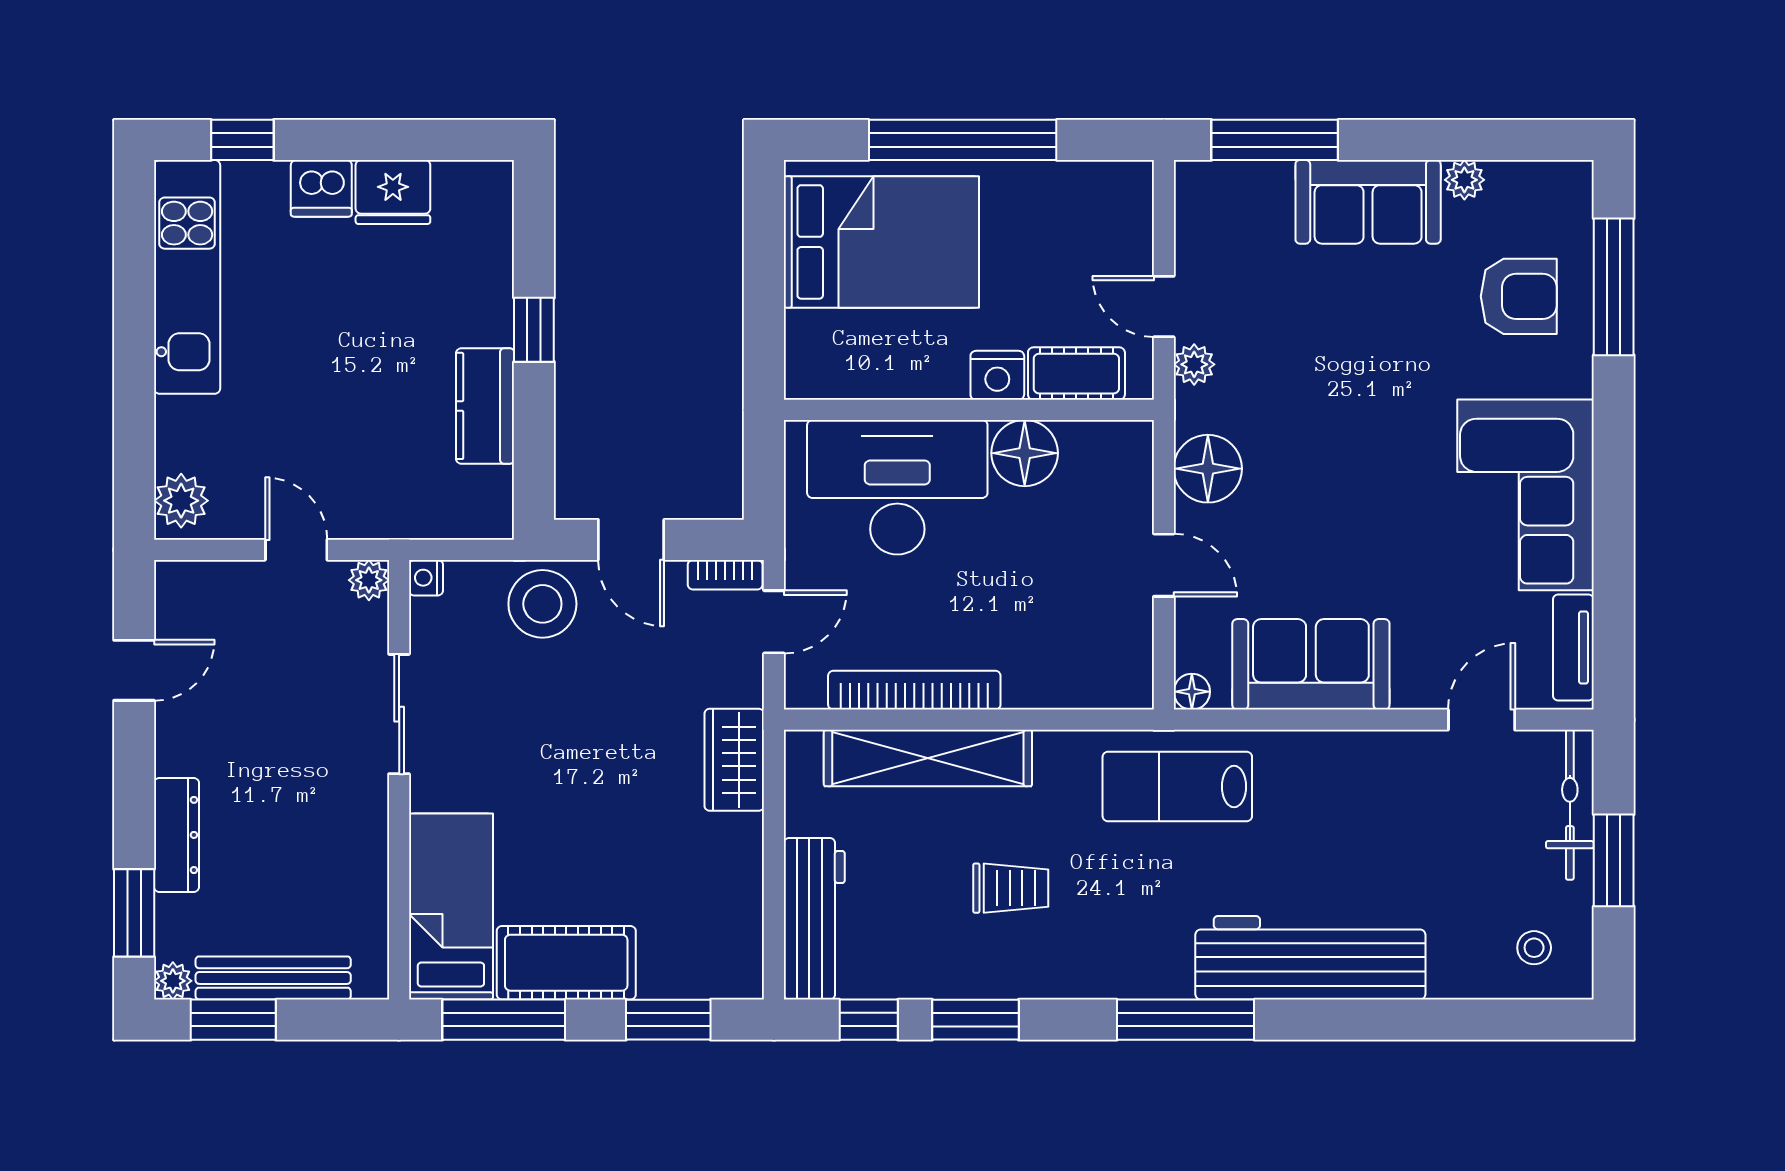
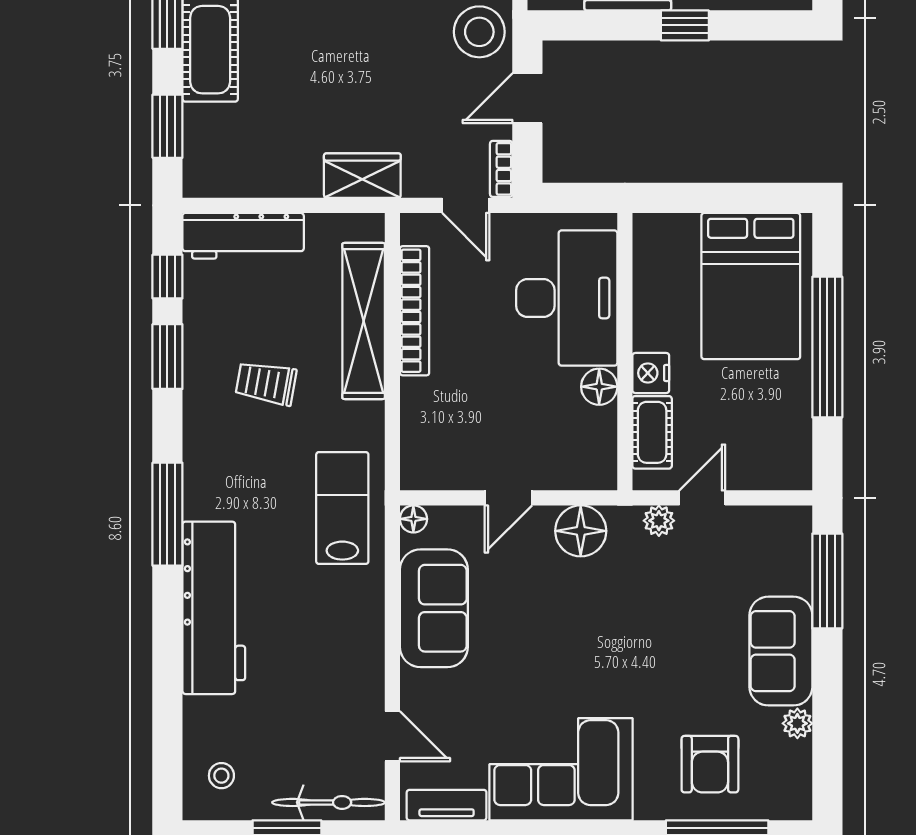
floor lamp: (1025, 453) -> (599, 387), width x0.73, depth x0.73
trolley: (1011, 888) -> (266, 383), turned 100

